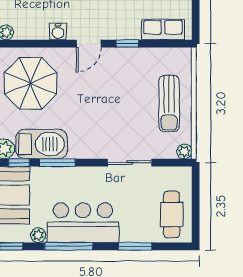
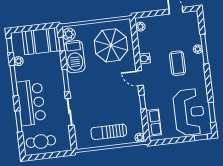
plant: (184, 151) -> (140, 138), moved
window: (57, 163) -> (66, 81), moved
bar counter: (83, 223) -> (31, 103), moved

